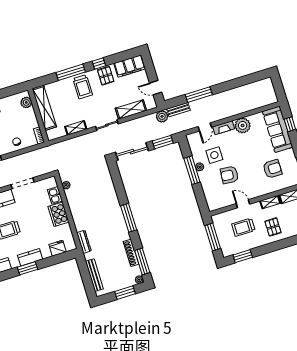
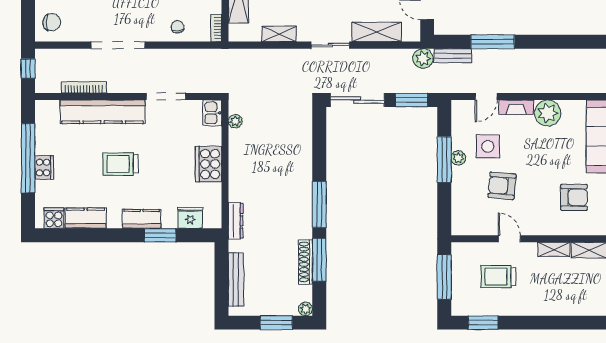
kitchen sink: (55, 195) -> (212, 113), moved
pallet: (273, 227) -> (546, 291), removed
window: (142, 261) -> (319, 260), moved
window: (27, 268) -> (160, 235), moved

